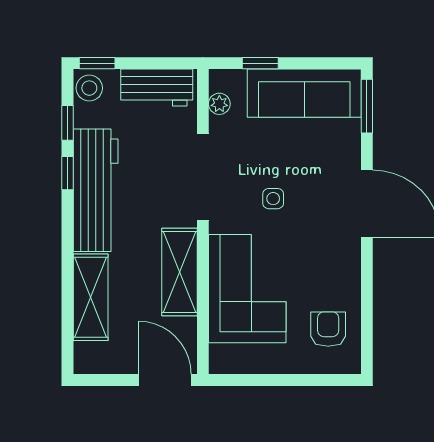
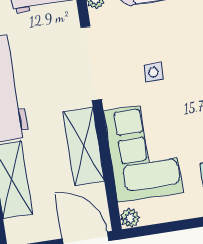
plant: (220, 363) -> (130, 218), added

